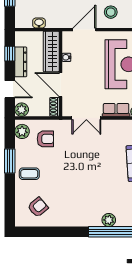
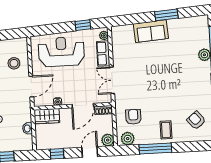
door: (84, 30) -> (31, 87), swing flipped
wardrobe: (51, 51) -> (47, 116), width x0.67
dresser: (21, 62) -> (64, 143), removed
double door: (86, 118) -> (112, 80), swing flipped
window: (10, 161) -> (155, 148), width x1.44

